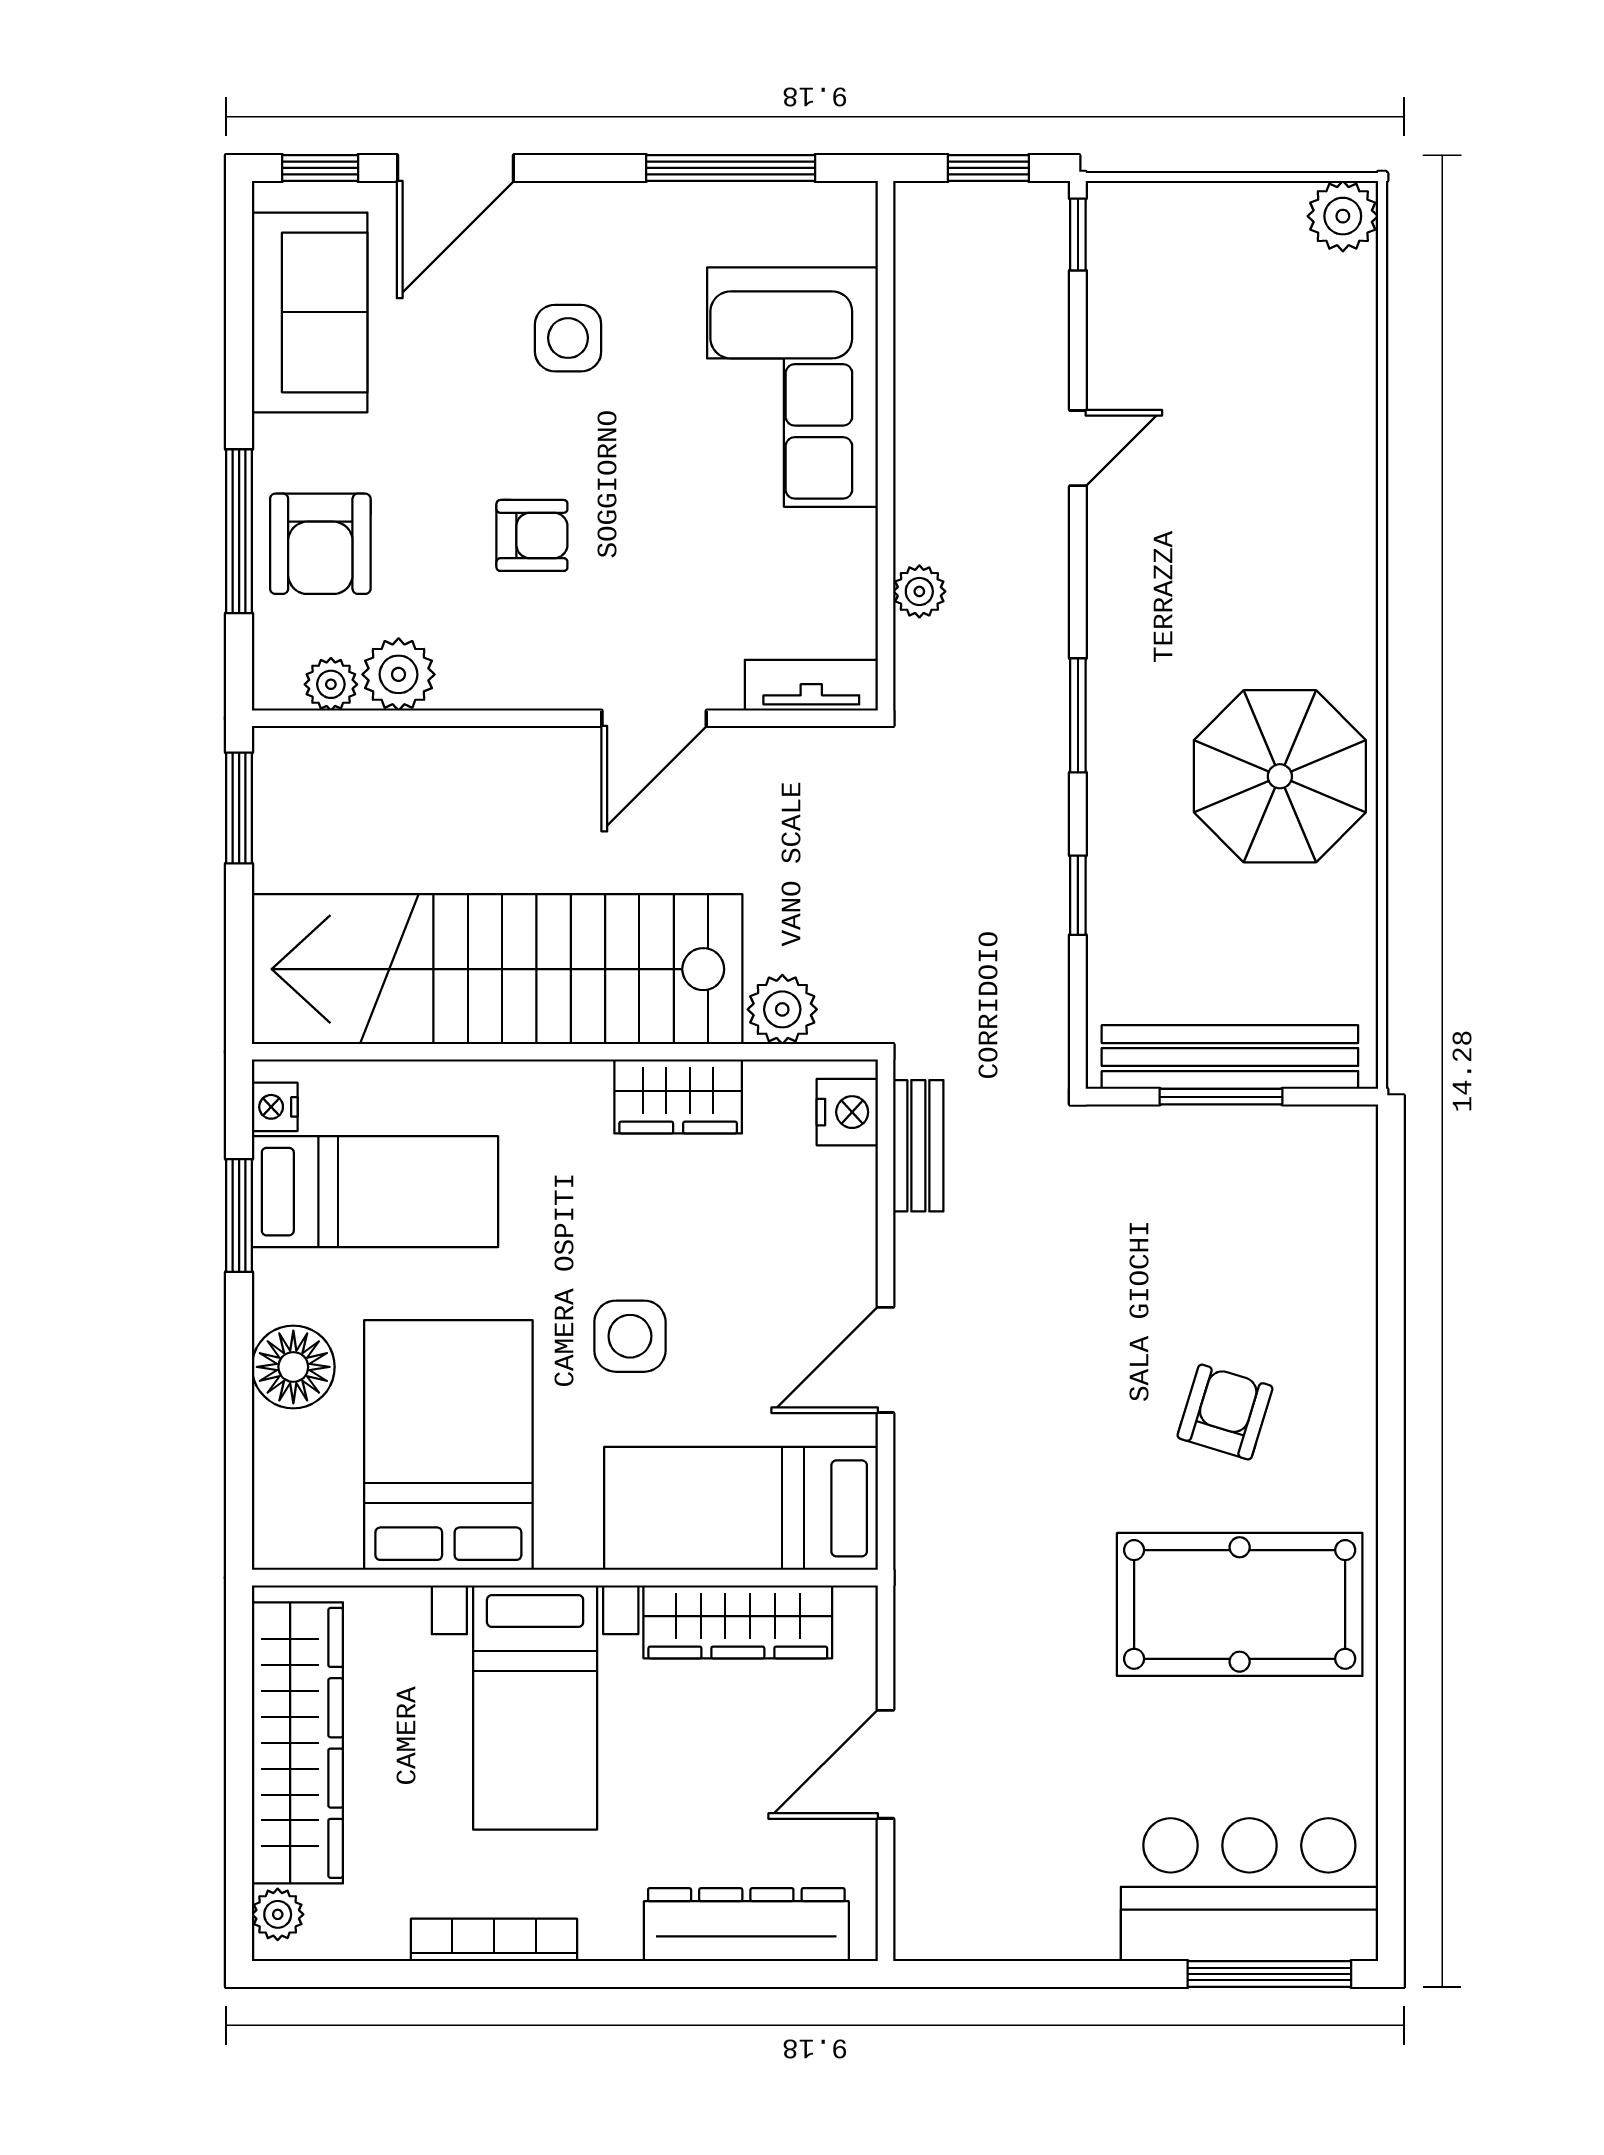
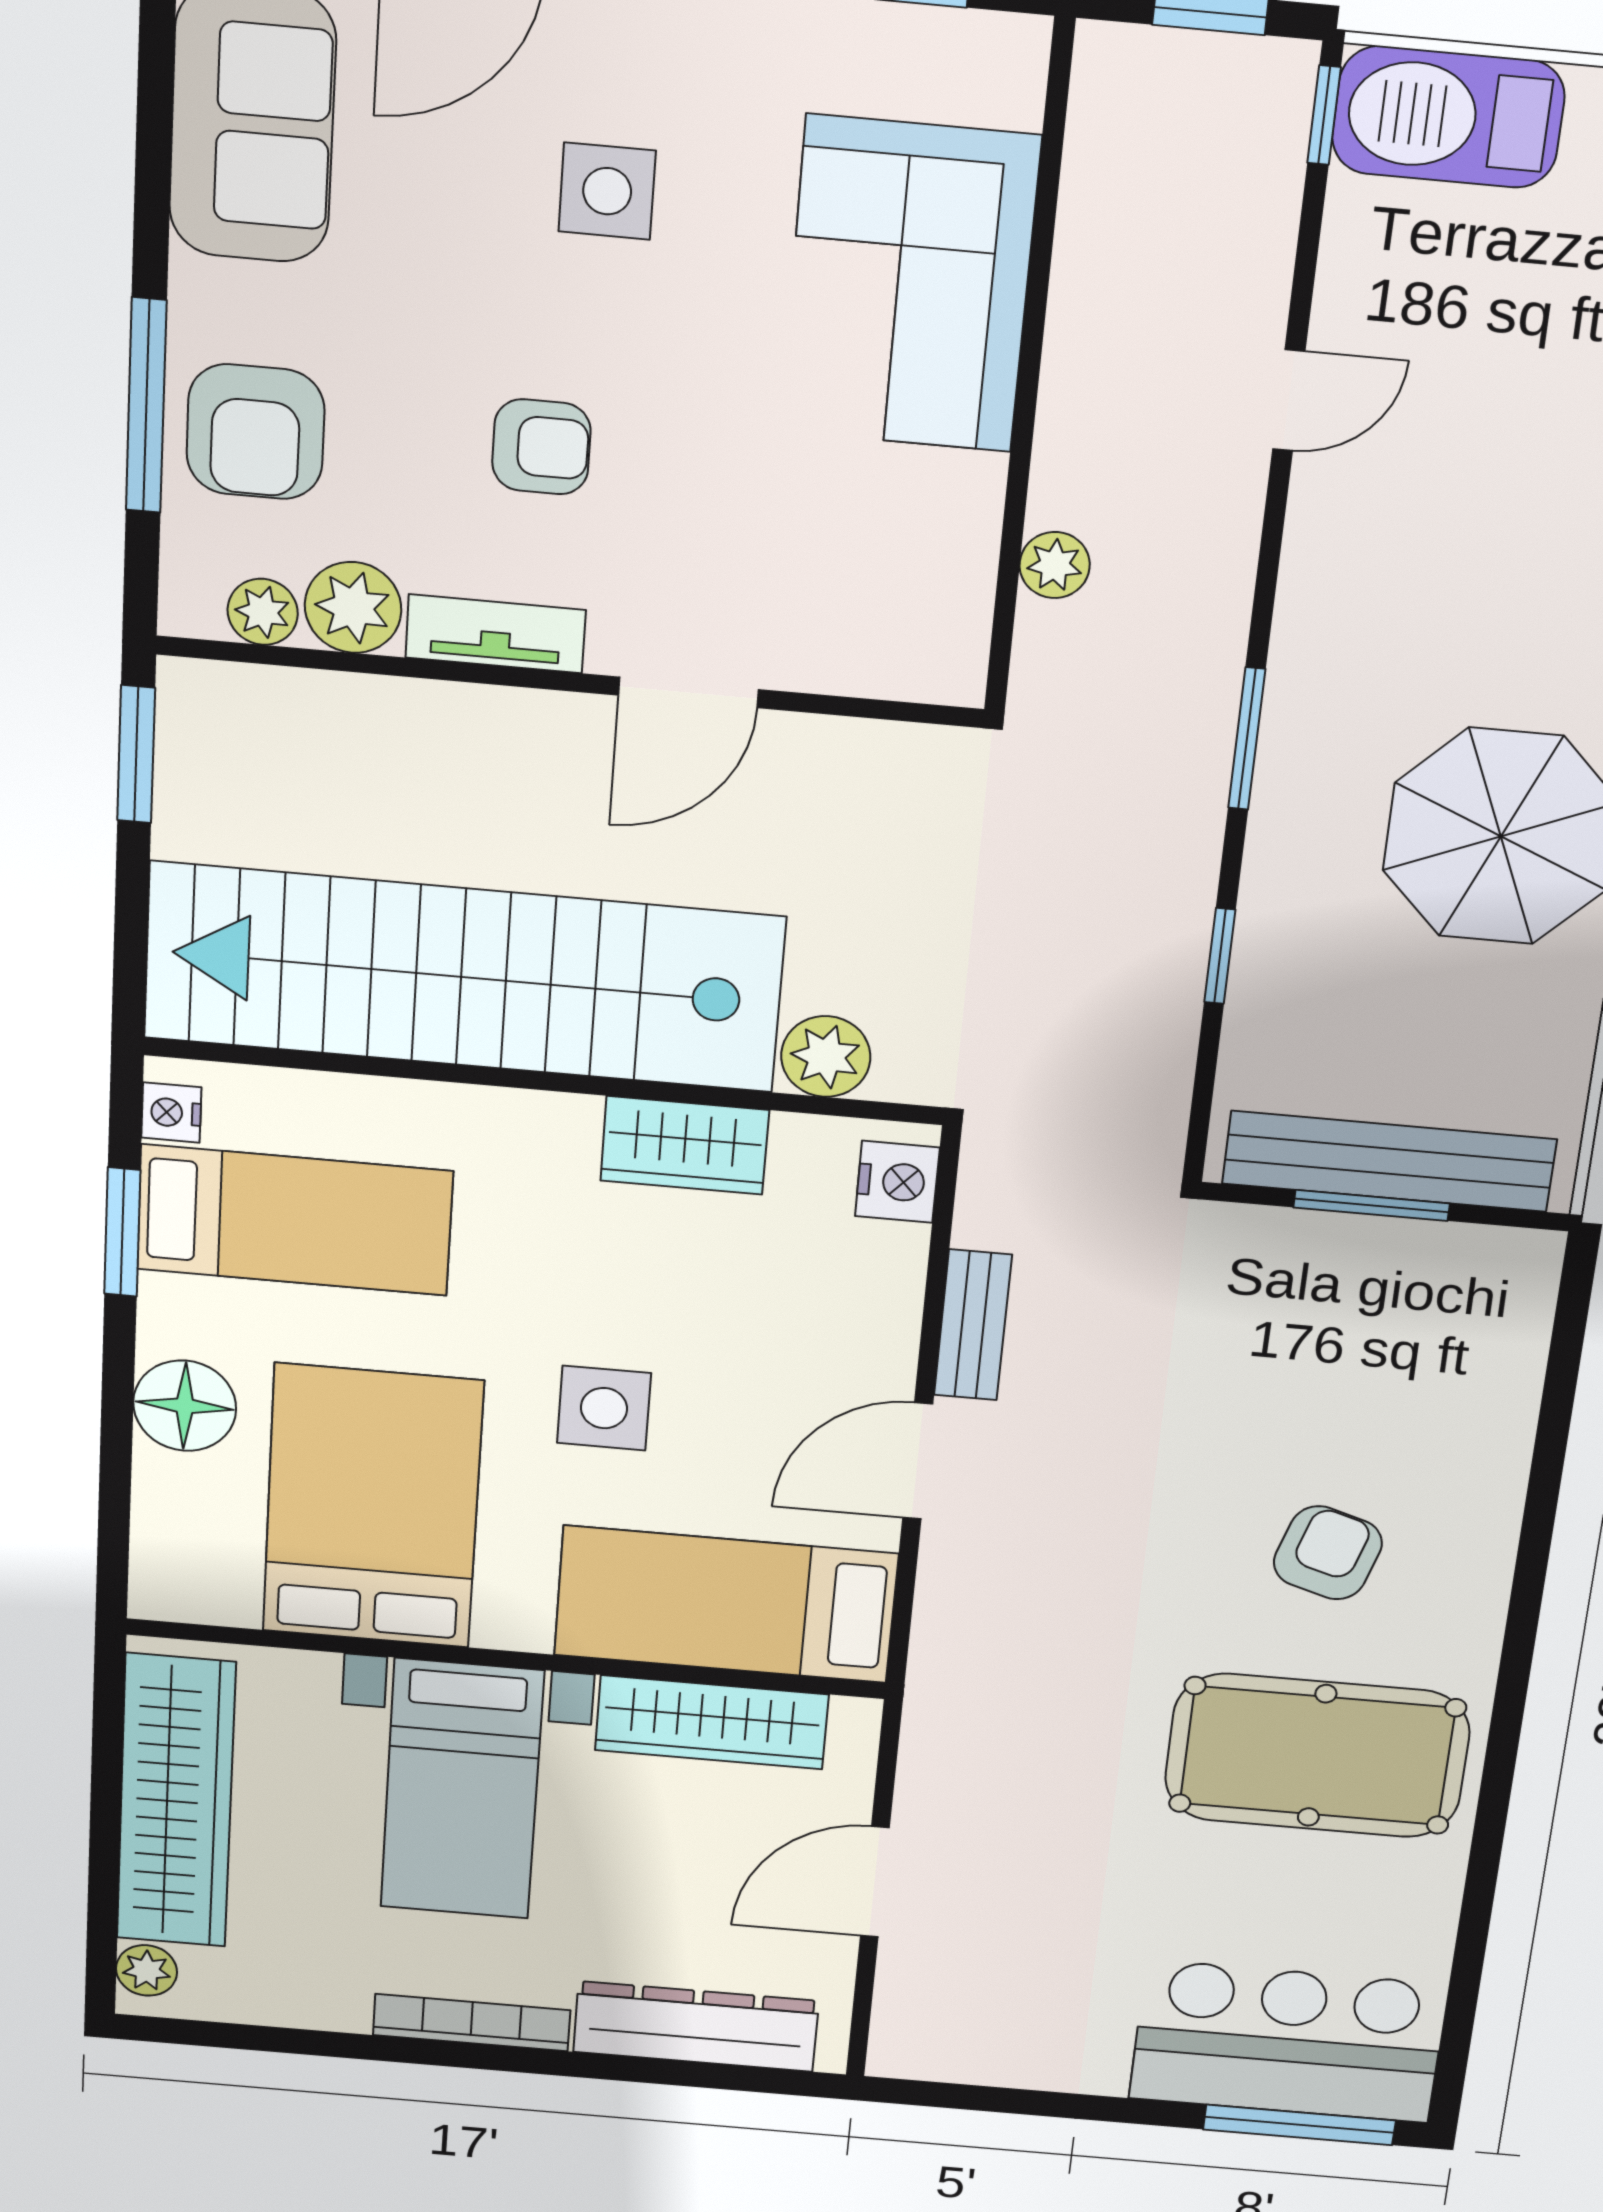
barbecue: (1167, 228) -> (1448, 117), added
tv unit: (811, 685) -> (496, 634), moved
bench: (918, 1146) -> (973, 1325), moved
bookcase: (494, 1940) -> (472, 2023), moved

